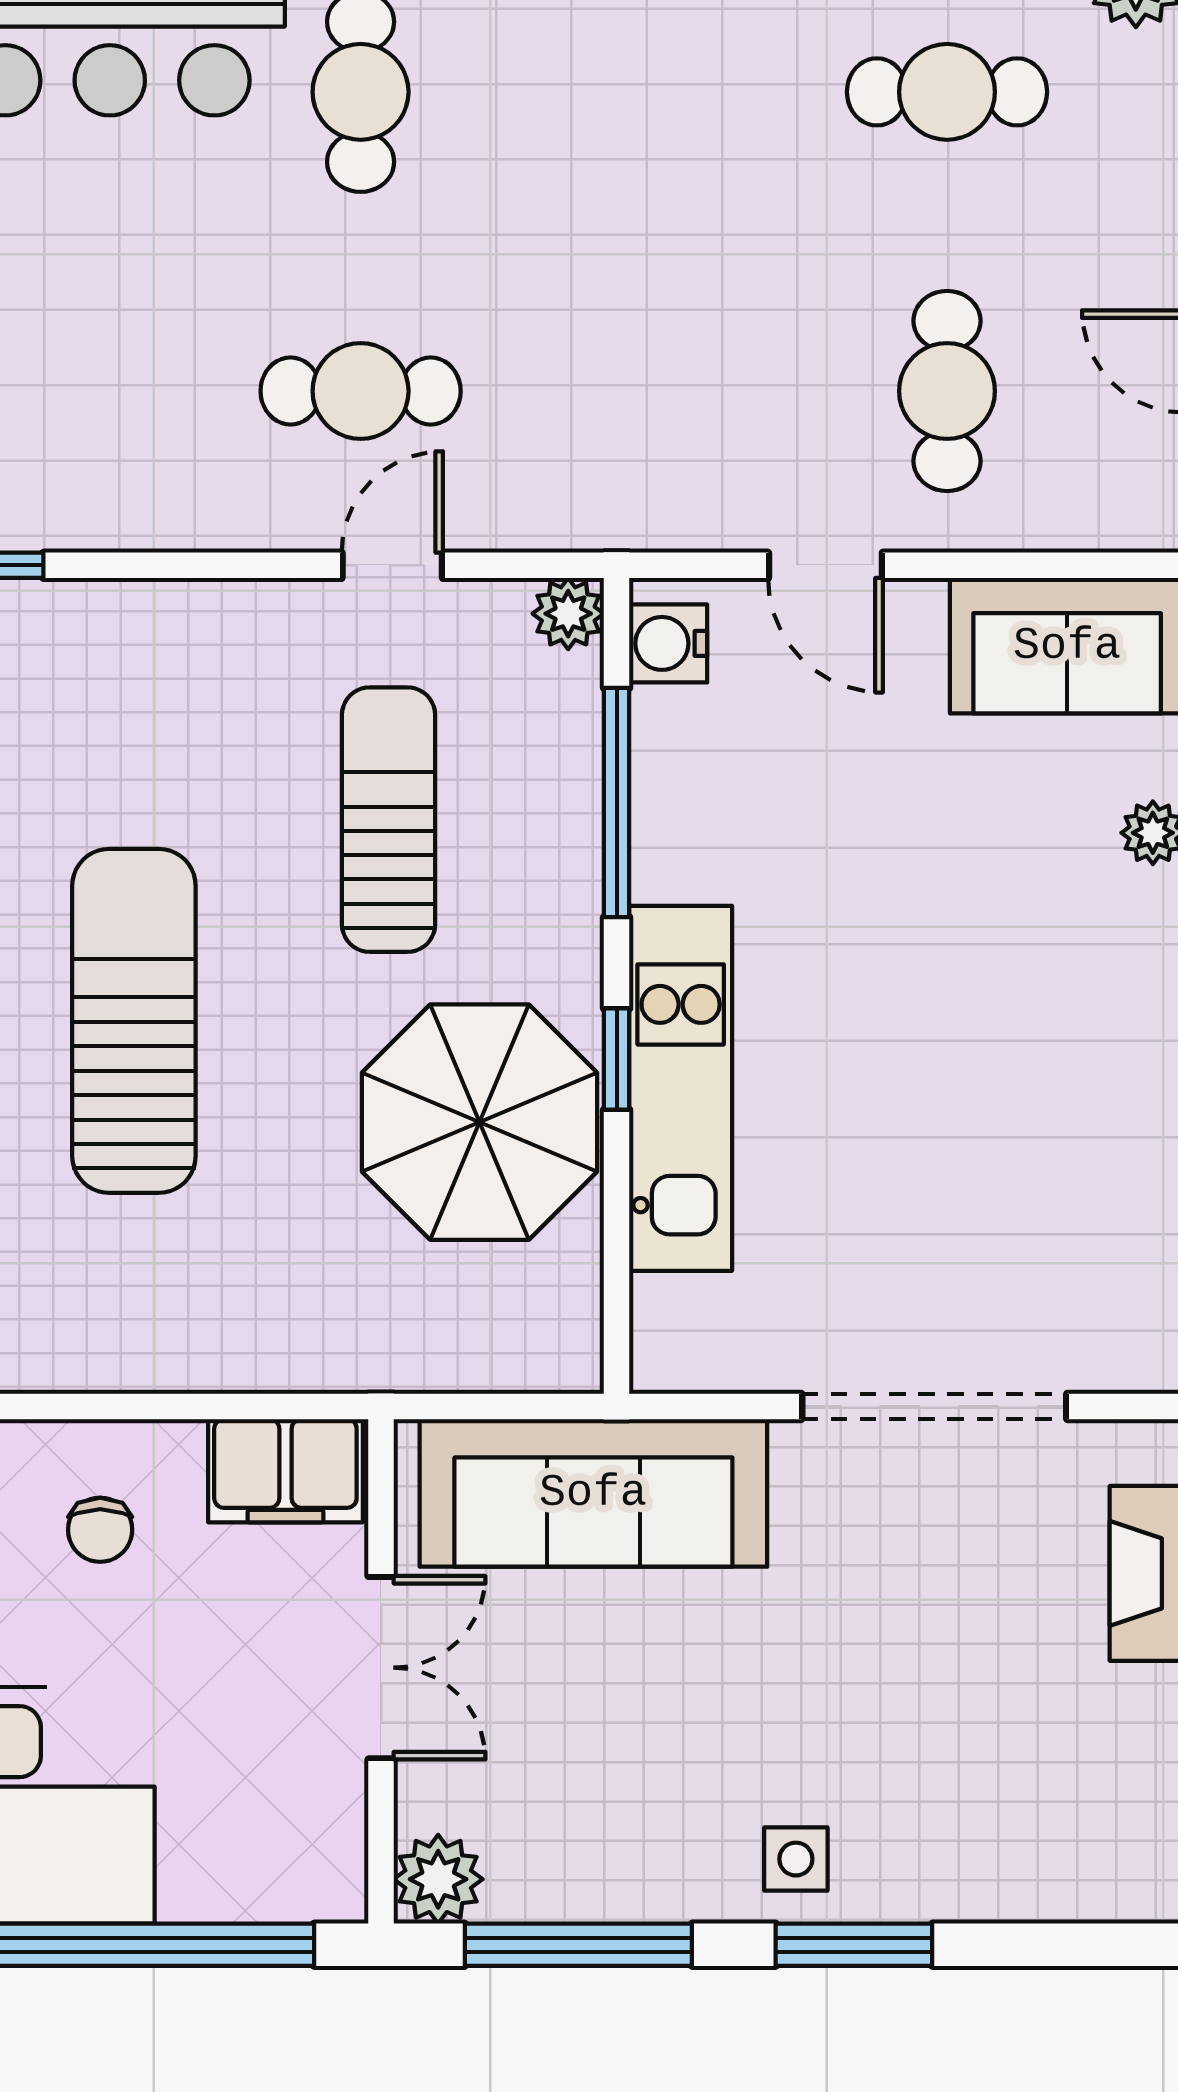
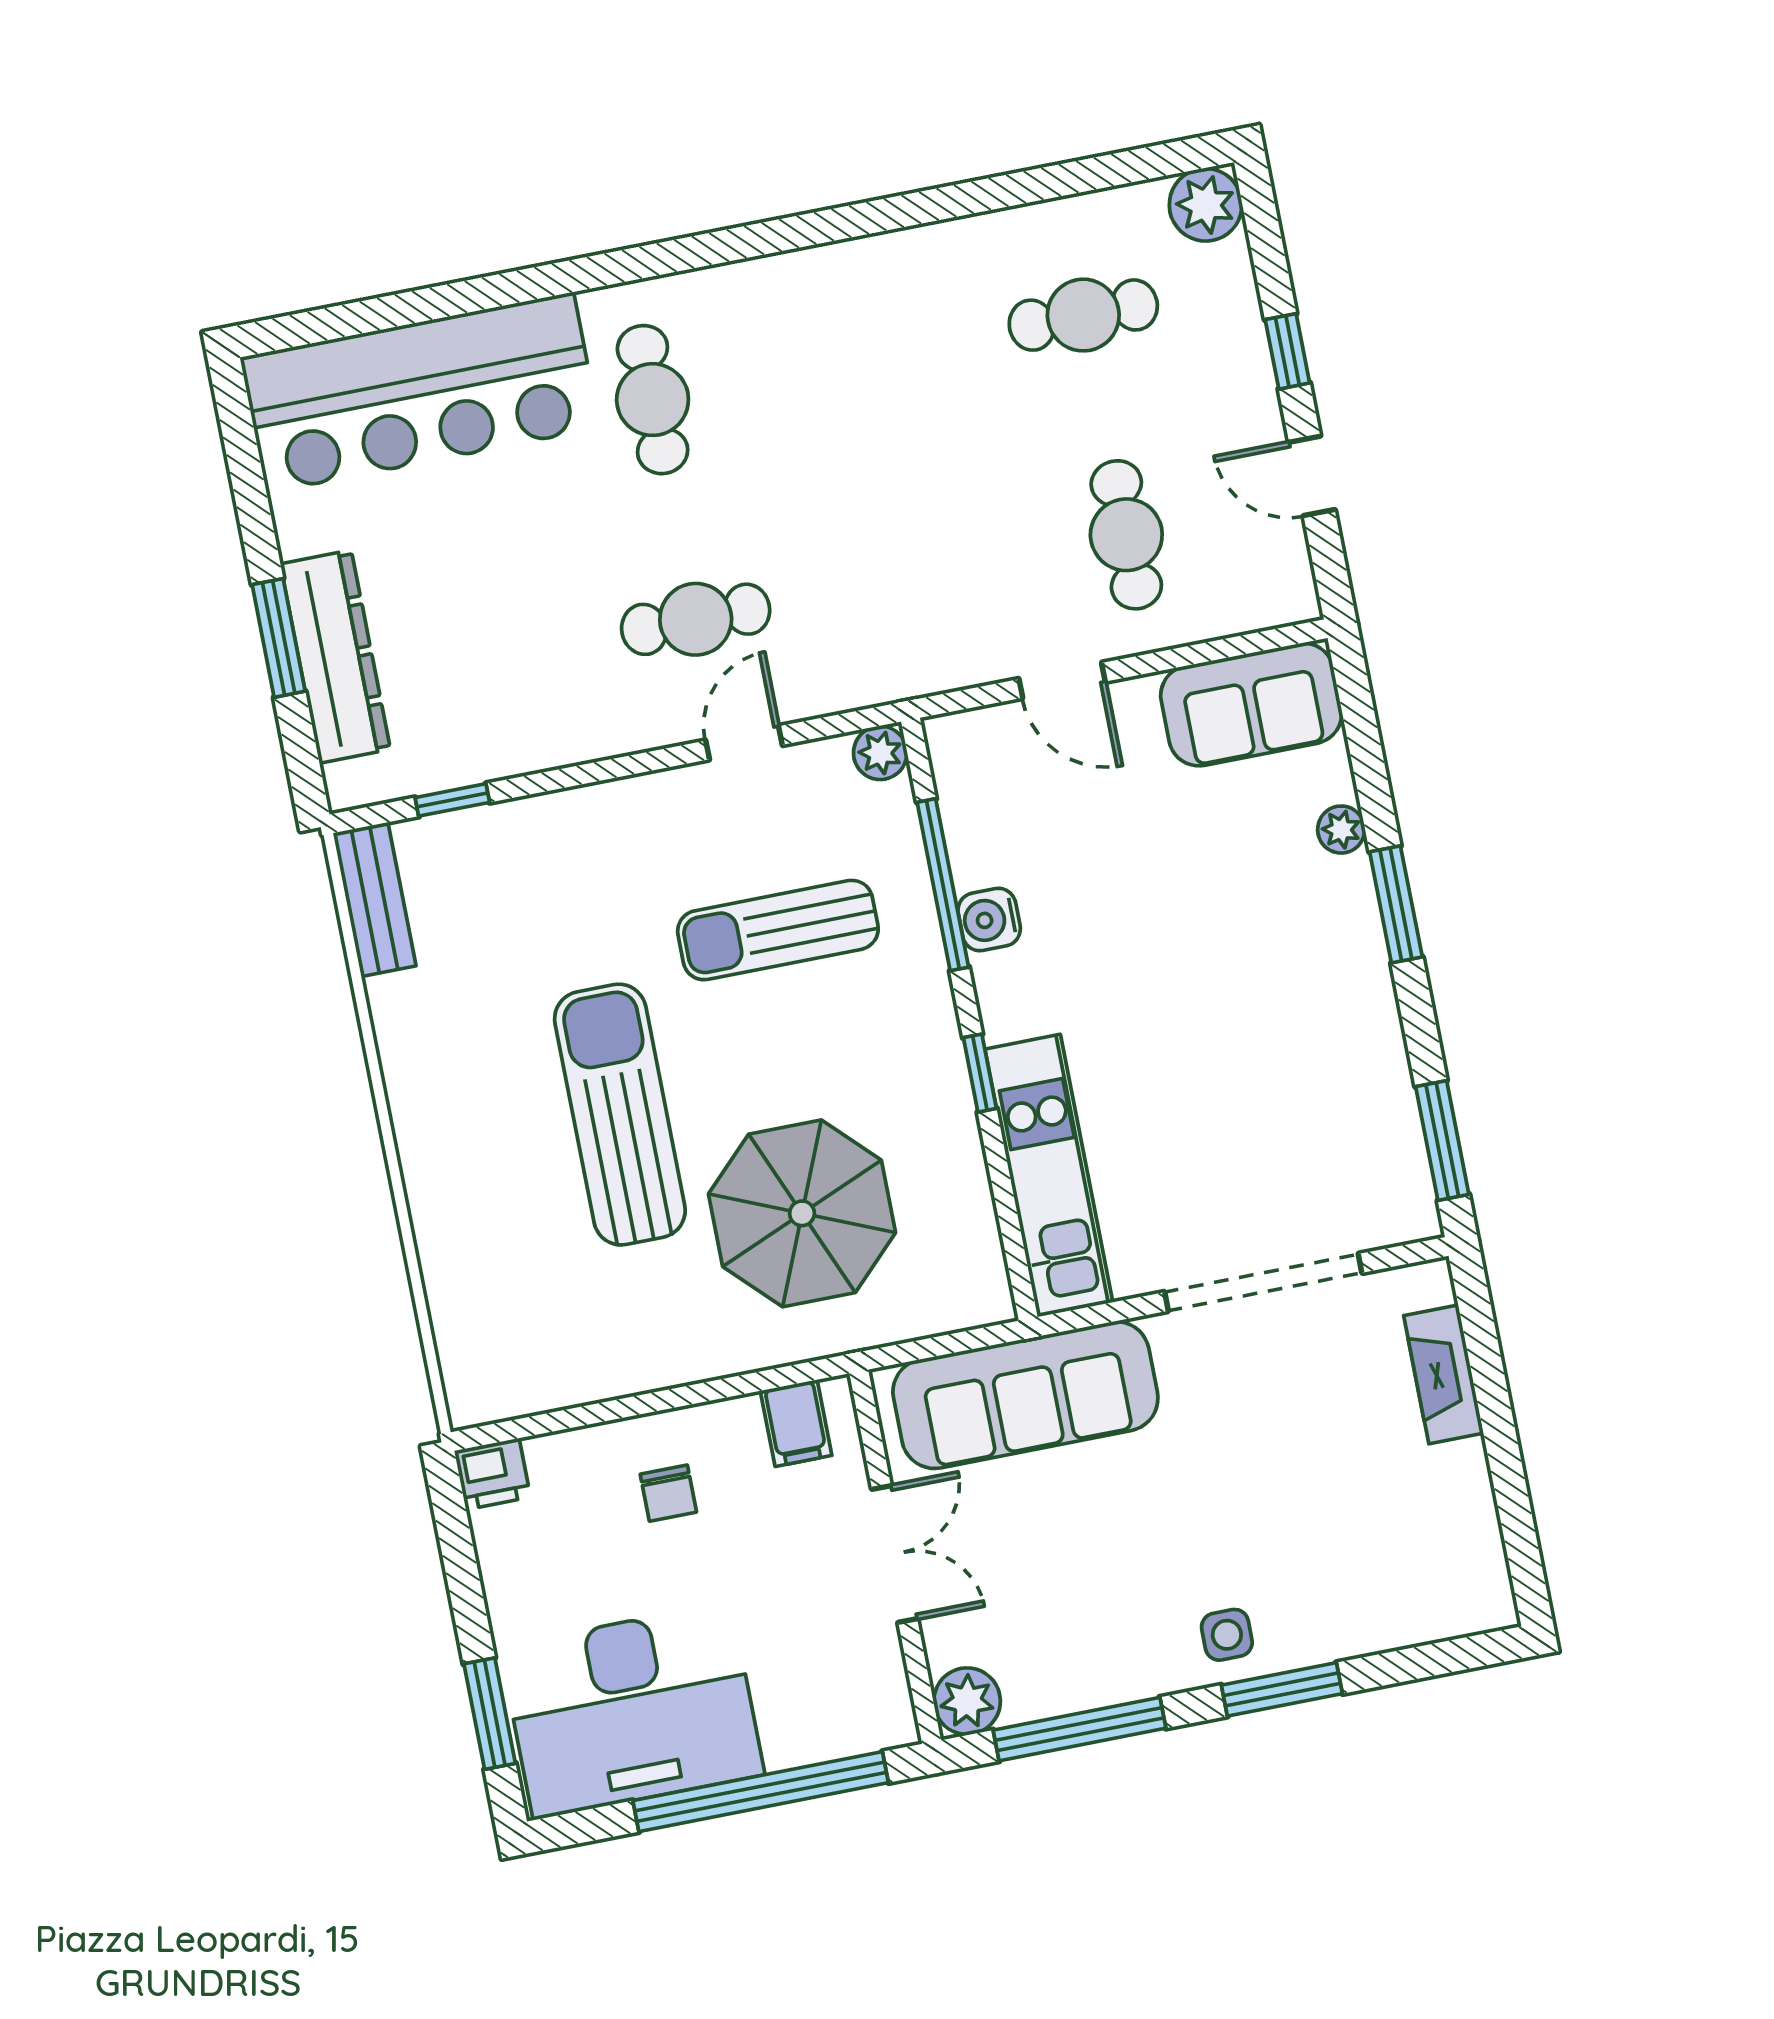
water cooler: (668, 643) -> (989, 920), moved
sun lounger: (389, 820) -> (778, 930), turned -90
kitchen unit: (681, 1088) -> (1049, 1176), moved
parasol: (479, 1122) -> (802, 1213), moved
filing cabinet: (285, 1471) -> (796, 1423), width x0.50

